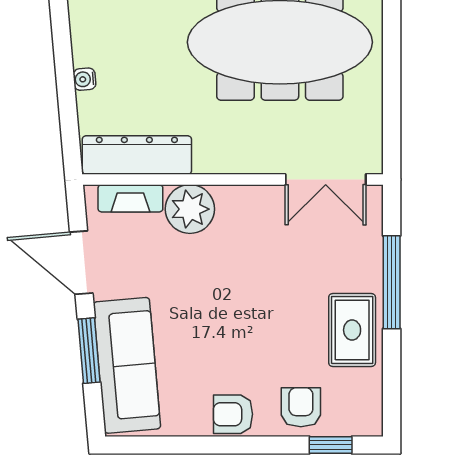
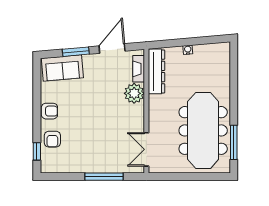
rug: (352, 330) -> (84, 160), removed
sofa: (127, 365) -> (62, 68), width x0.73
armchair: (301, 407) -> (52, 139), turned 90
armchair: (233, 414) -> (49, 111), turned 90

